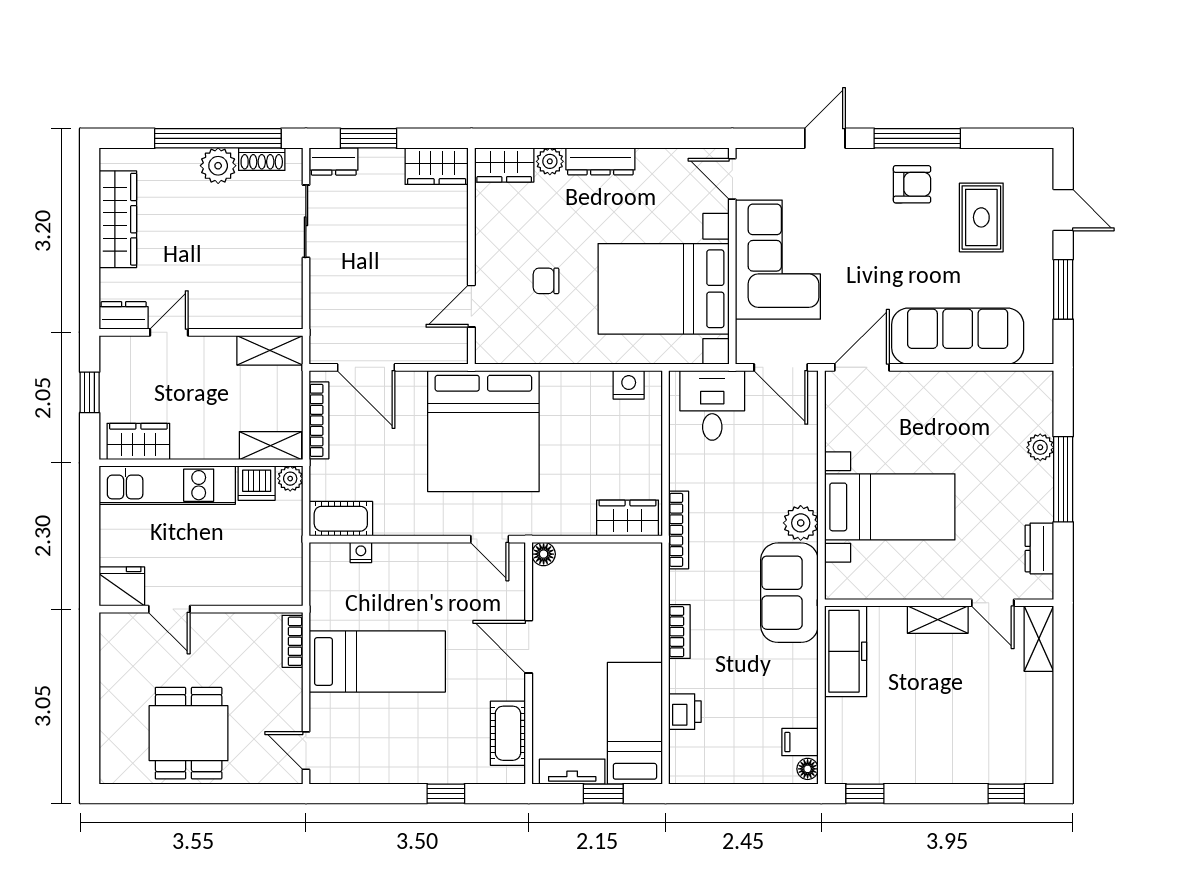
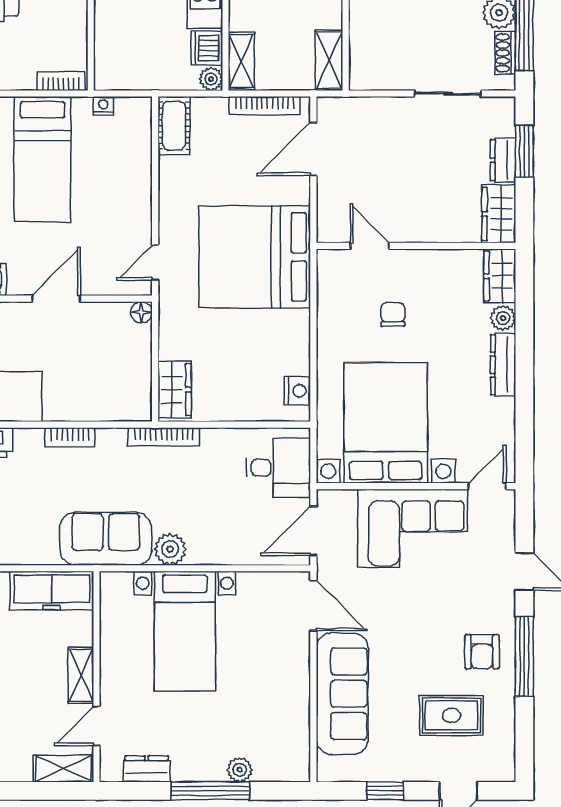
dresser: (334, 161) -> (503, 160), moved
window: (1063, 289) -> (385, 791), width x0.67
nightstand: (361, 552) -> (103, 106), moved, turned -90

